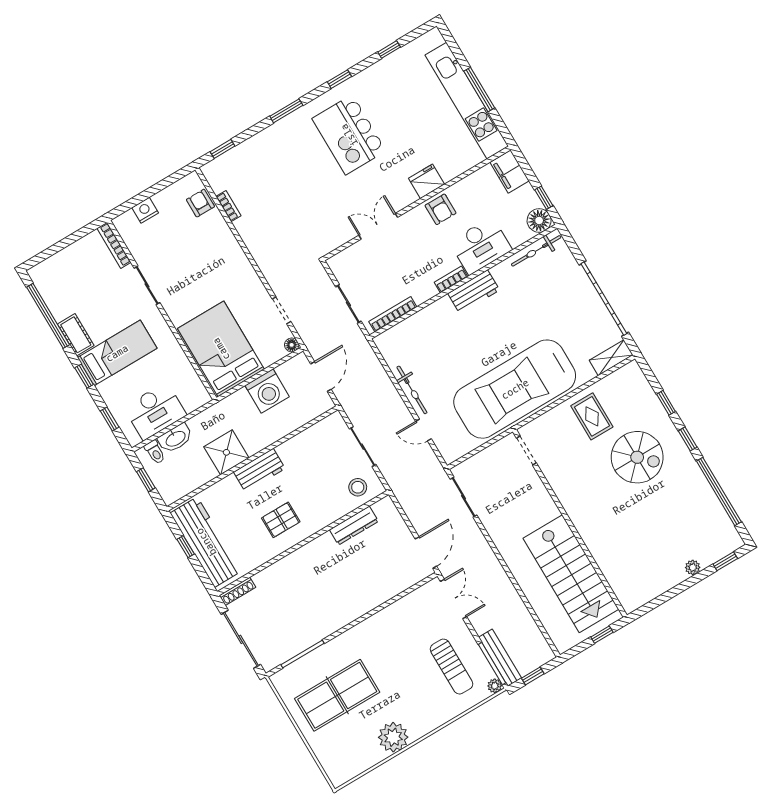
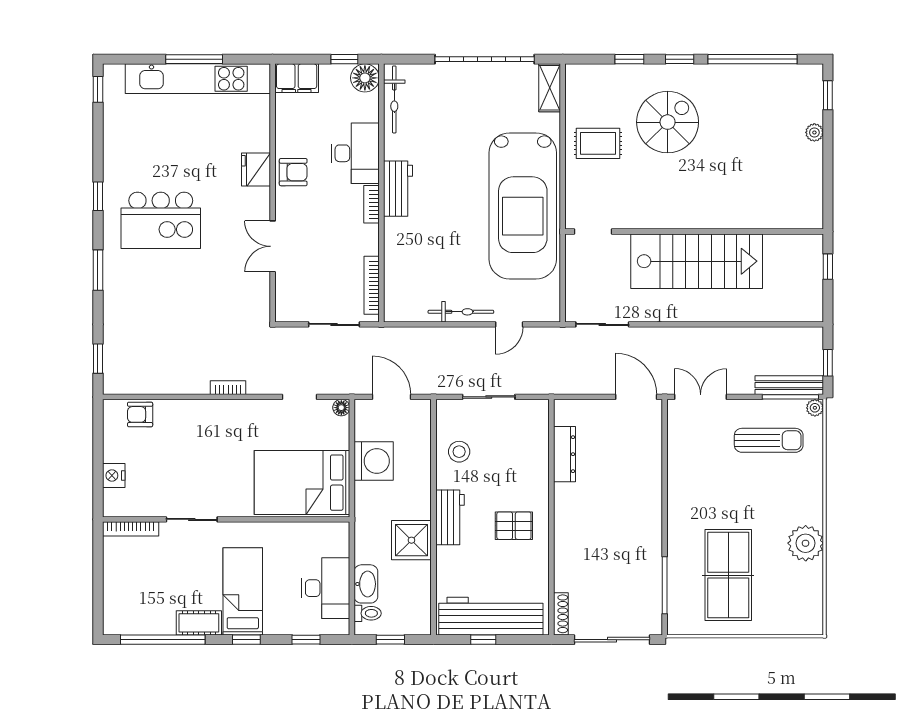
window: (389, 50) -> (98, 89), moved
bookcase: (228, 206) -> (228, 388), moved
stool: (358, 487) -> (459, 452), moved
pallet: (281, 520) -> (514, 526), turned 90
stairs: (571, 574) -> (697, 261), moved

